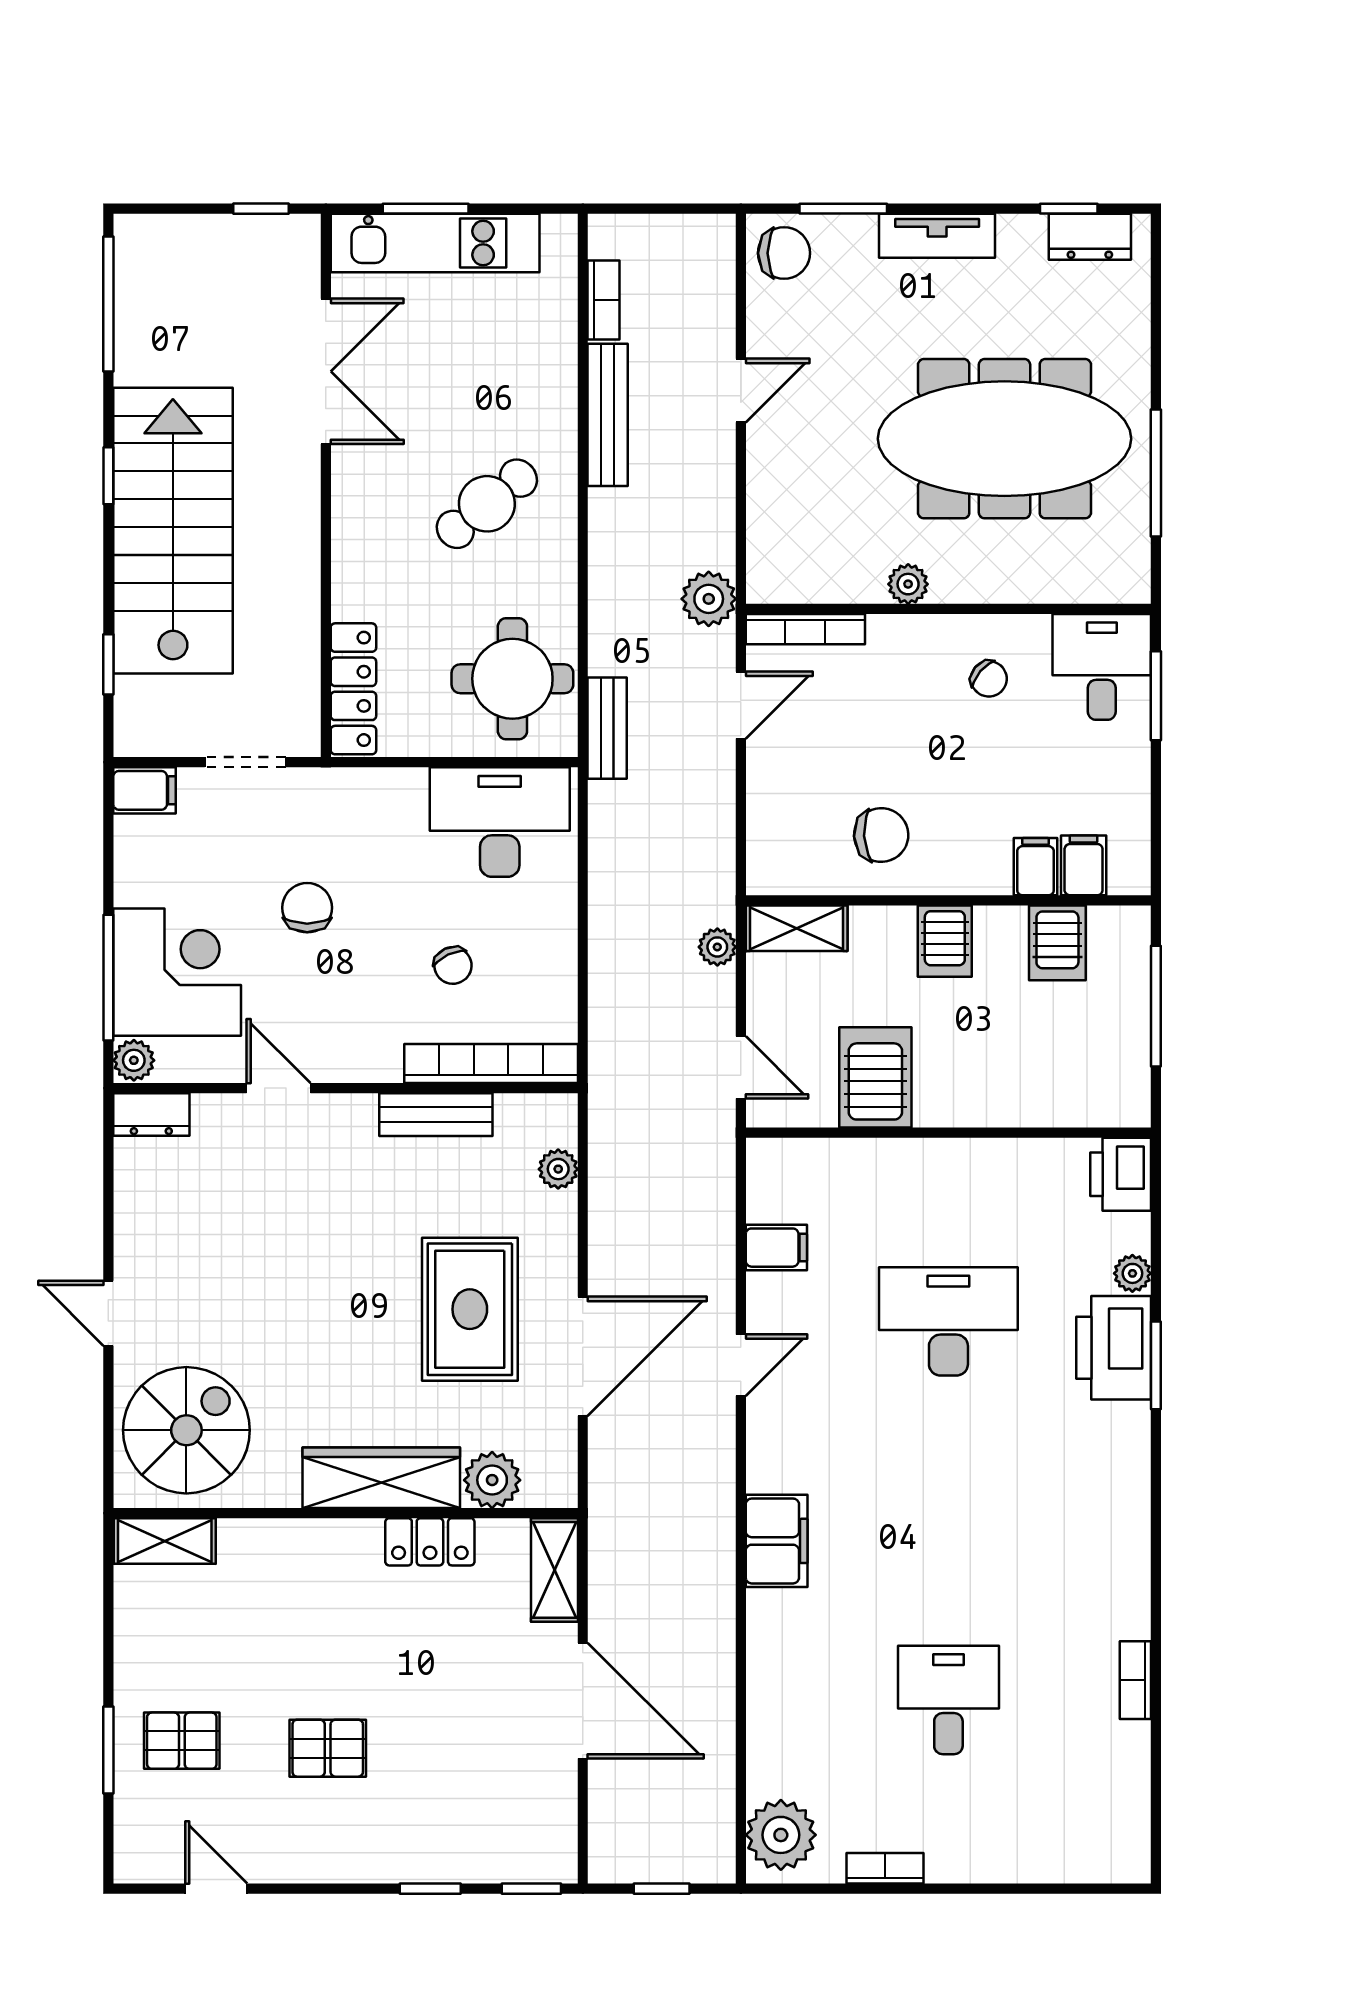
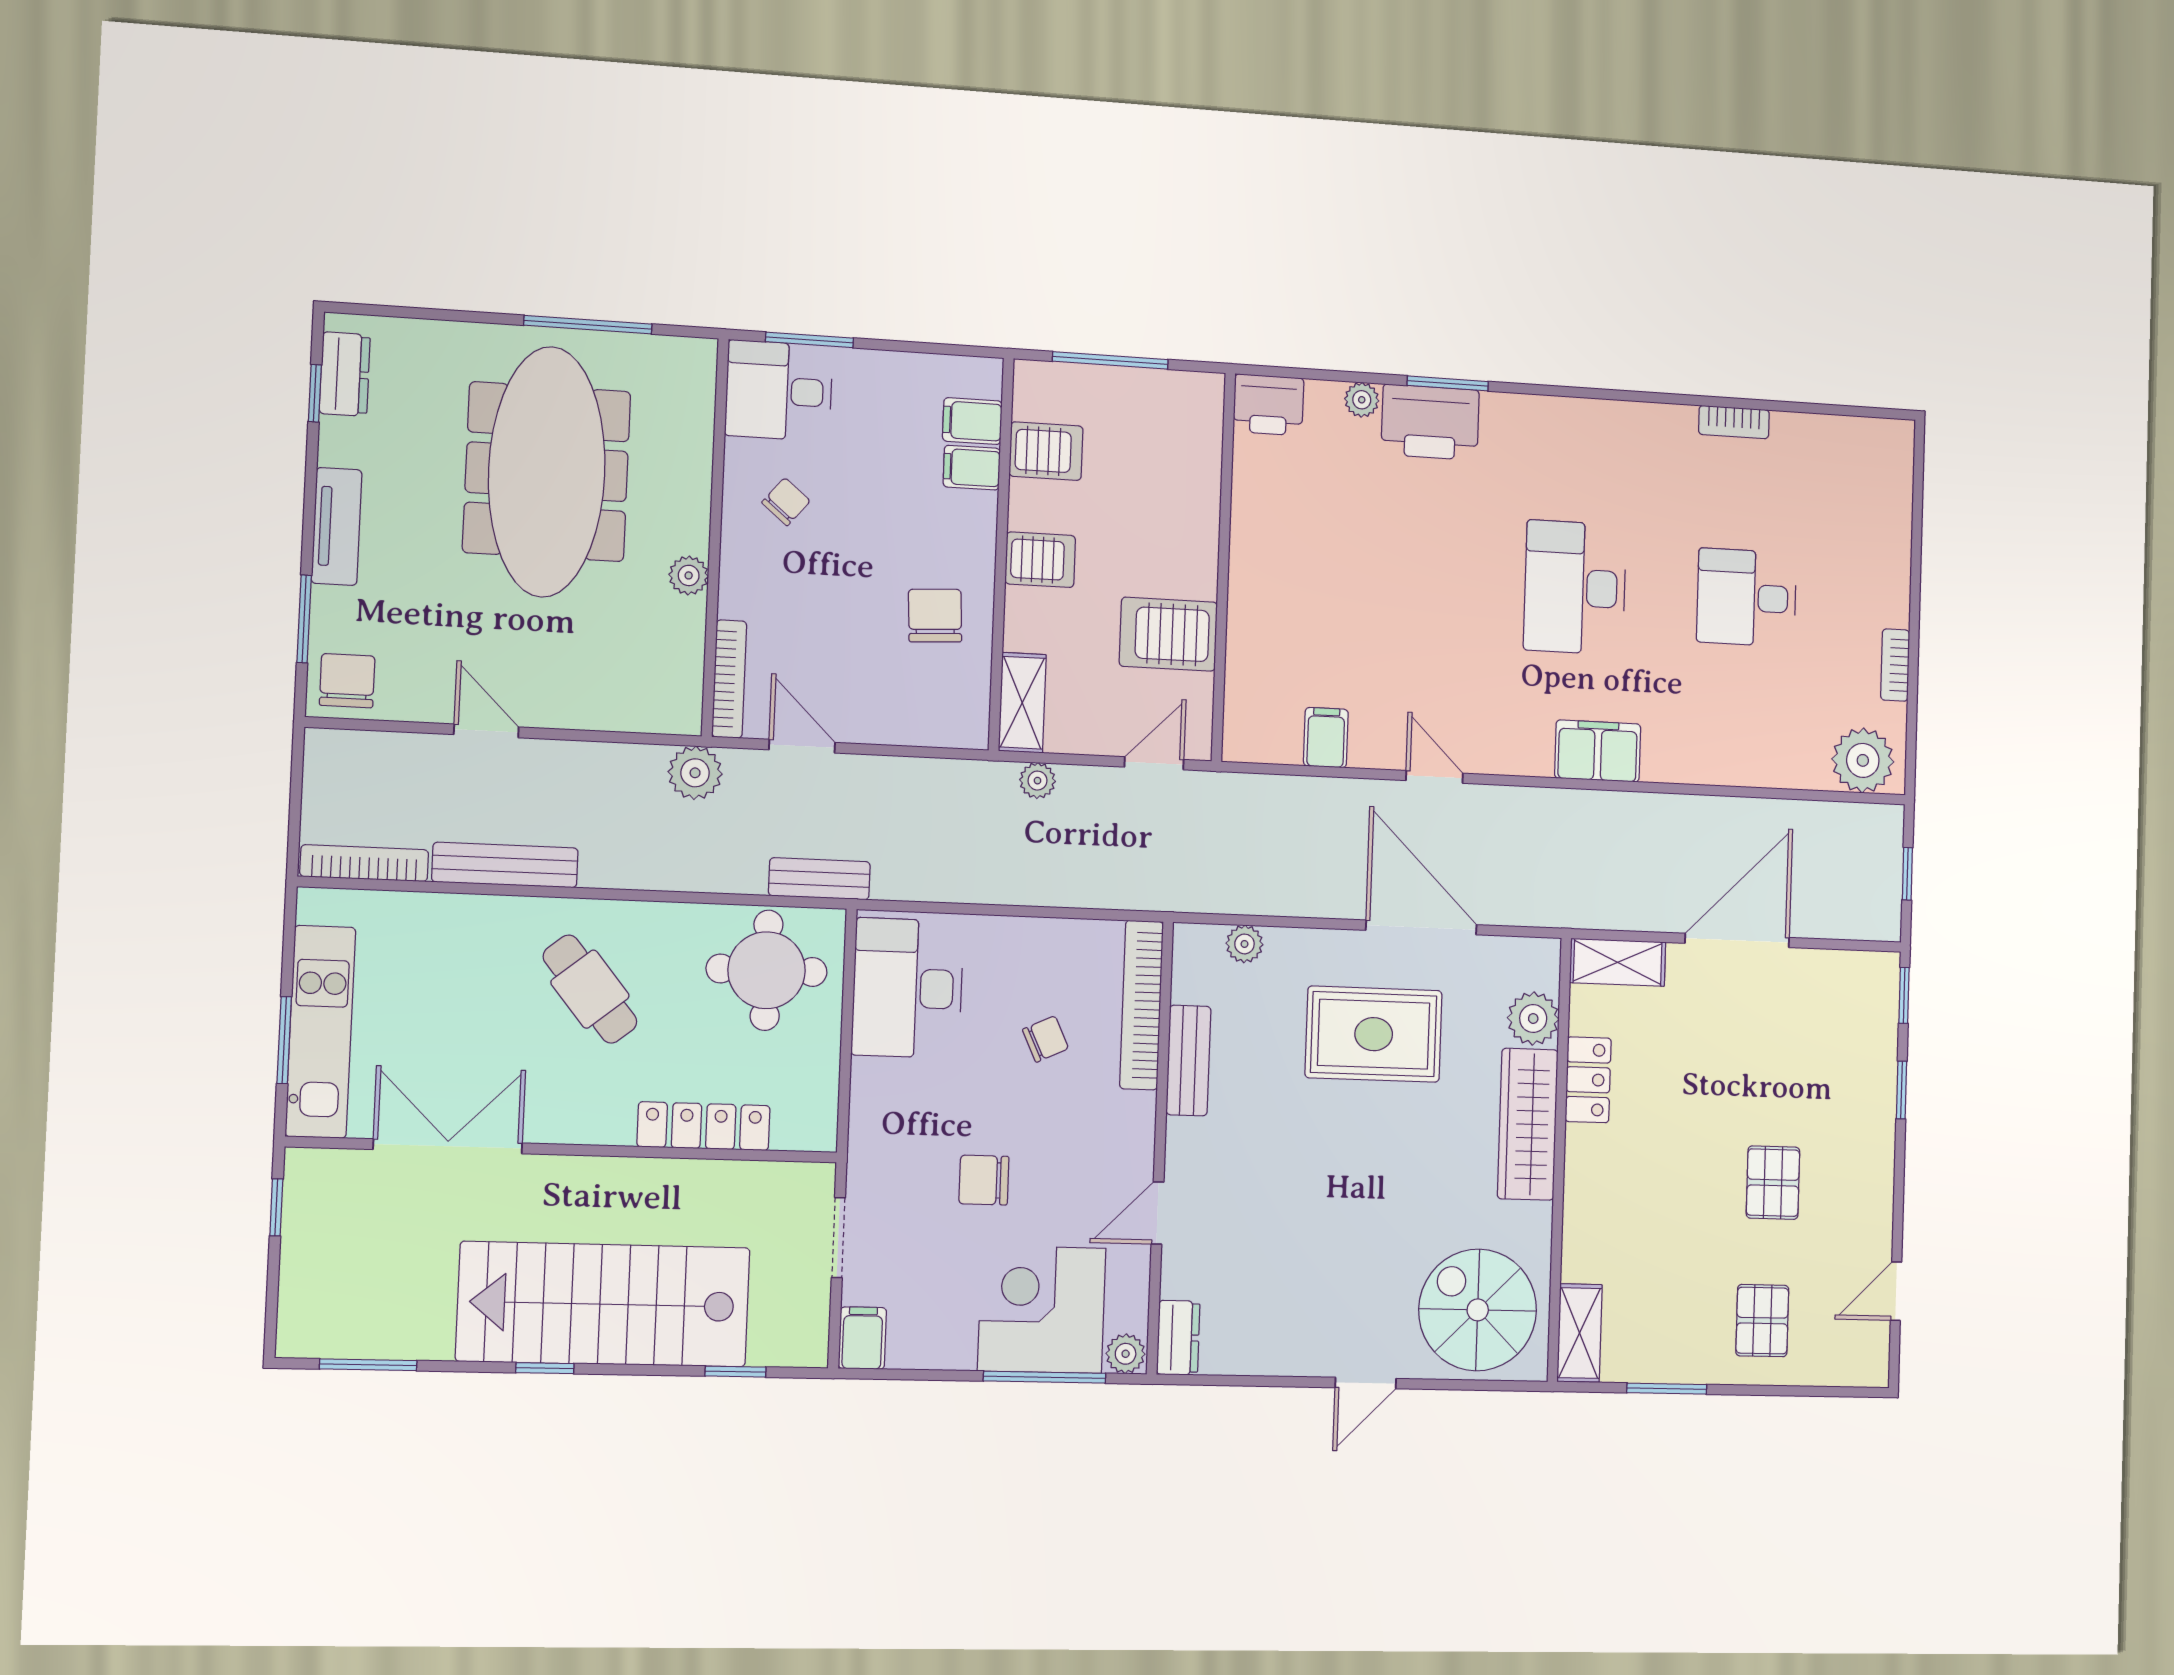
bookcase: (604, 300) -> (364, 863), width x1.56
window: (108, 304) -> (368, 1365), width x0.69
locker: (353, 689) -> (704, 1126), moved
desk: (948, 1321) -> (1575, 587), moved
window: (108, 1750) -> (1667, 1389), moved

